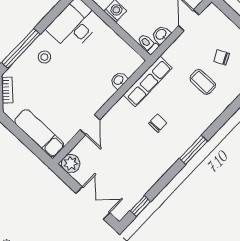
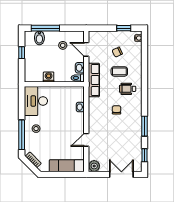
row of seats: (148, 81) -> (94, 80), moved
wheelchair: (193, 111) -> (128, 89), added
door: (90, 125) -> (86, 140), swing flipped
window: (193, 150) -> (144, 126), moved

